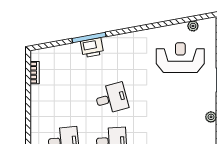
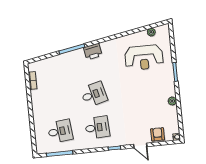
printer: (92, 48) -> (93, 52), moved
reception desk: (180, 58) -> (144, 58), turned 180

